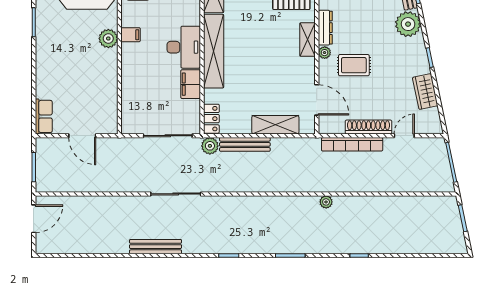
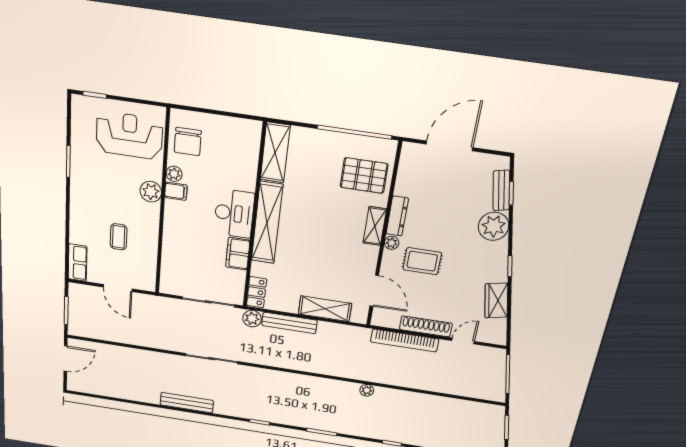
plant: (128, 19) -> (174, 174), added
coffee table: (81, 85) -> (119, 237), added

